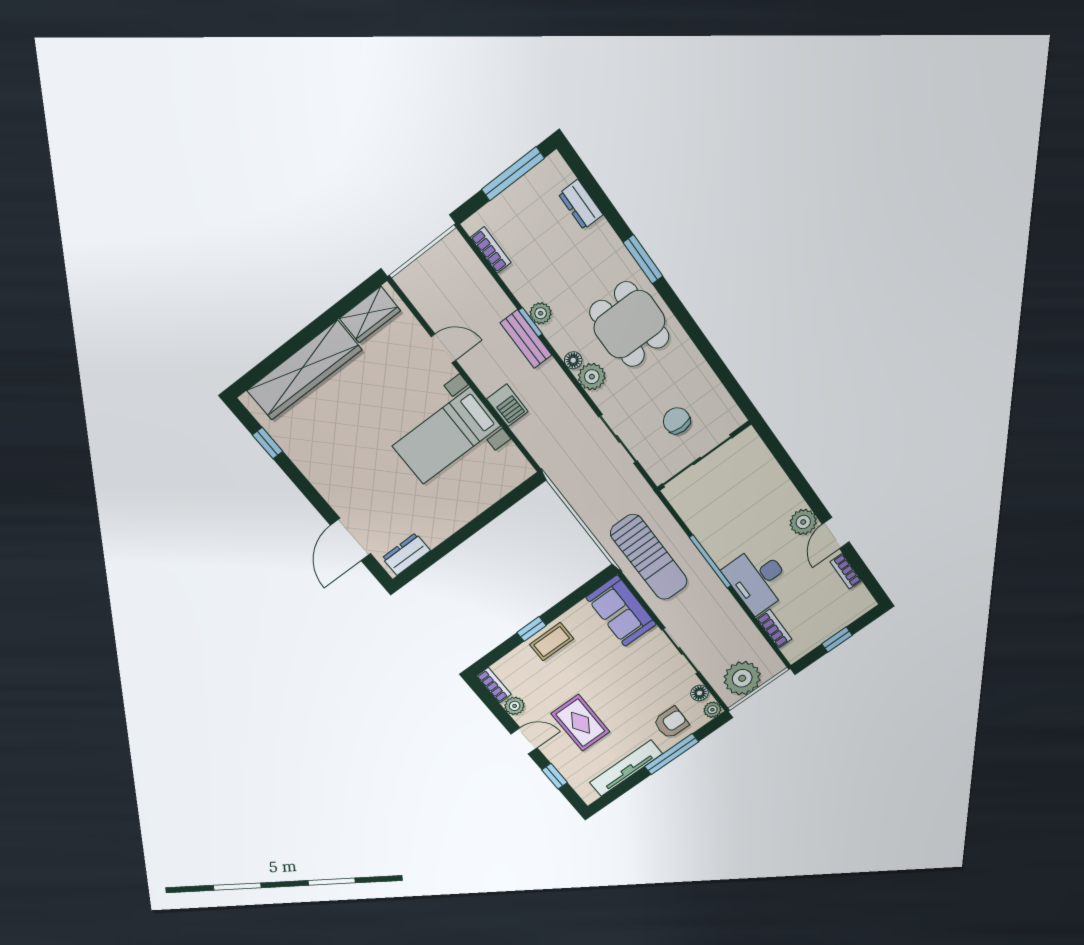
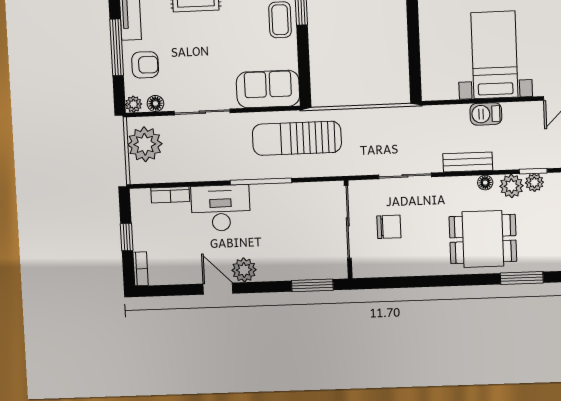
bench: (526, 339) -> (468, 162), moved
plant: (592, 377) -> (512, 186), moved
window: (779, 452) -> (312, 285), added
bookcase: (846, 571) -> (141, 269), moved, turned 90
armchair: (671, 723) -> (145, 65), turned -91

